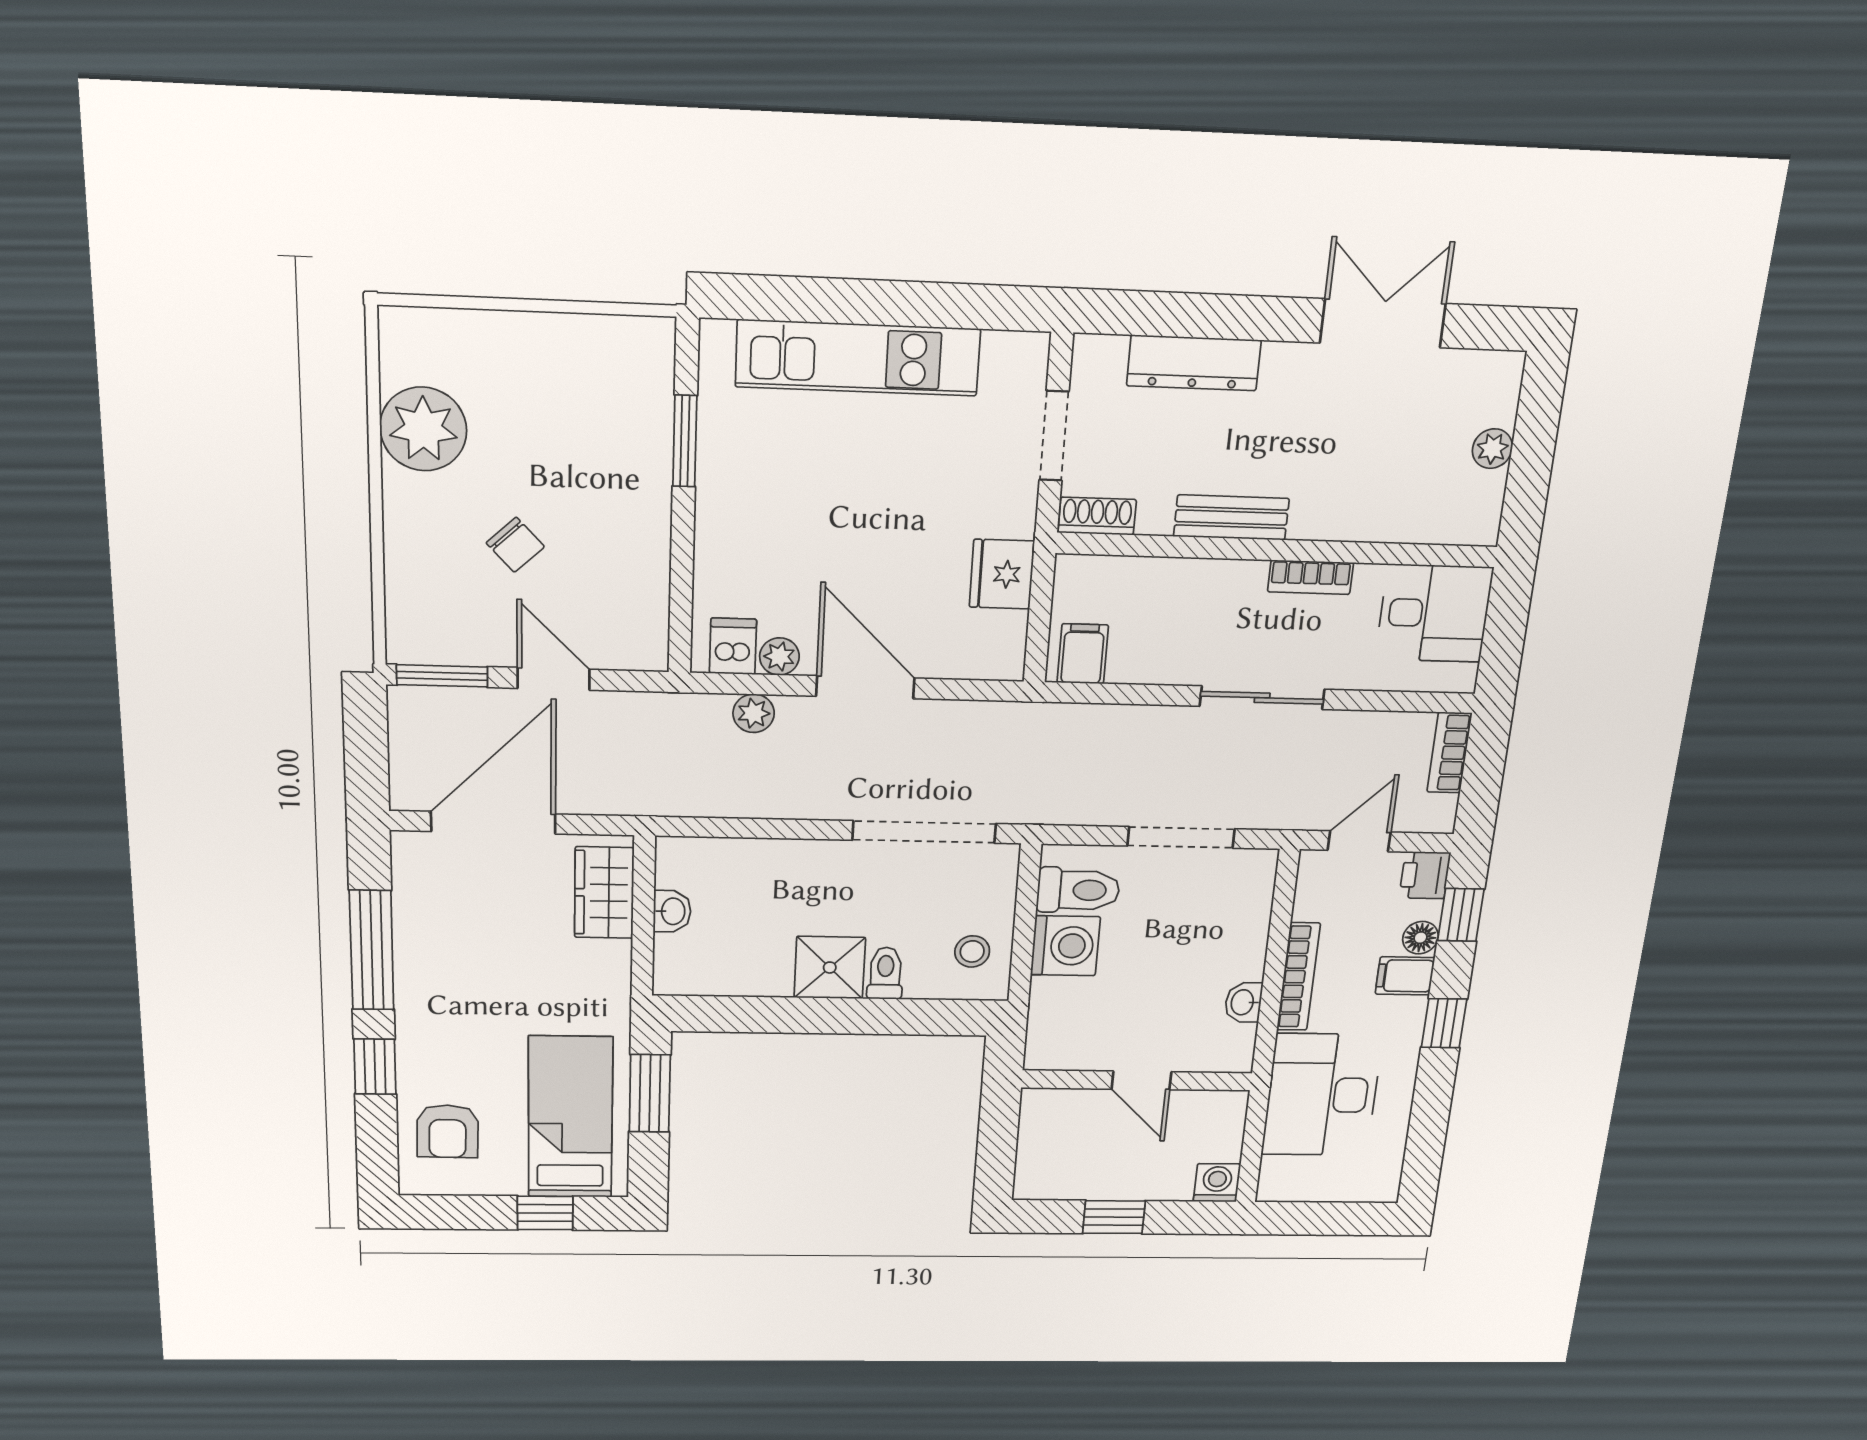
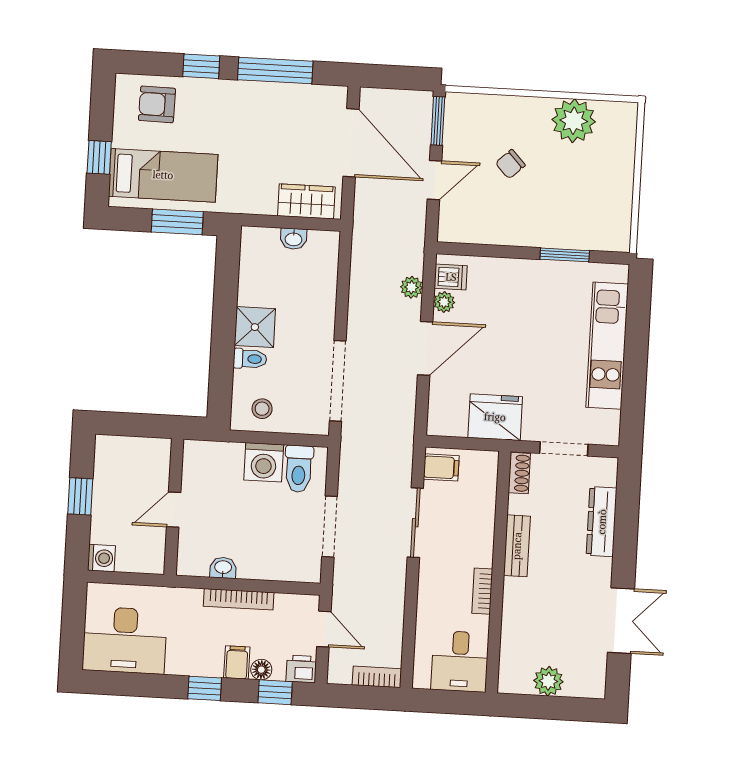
plant: (1492, 449) -> (548, 681), width x1.38, depth x1.38
fridge: (1002, 574) -> (495, 417), width x1.36, depth x1.34
sliding door: (1262, 698) -> (415, 523), moved
desk: (1322, 1095) -> (125, 640), moved, turned 180

